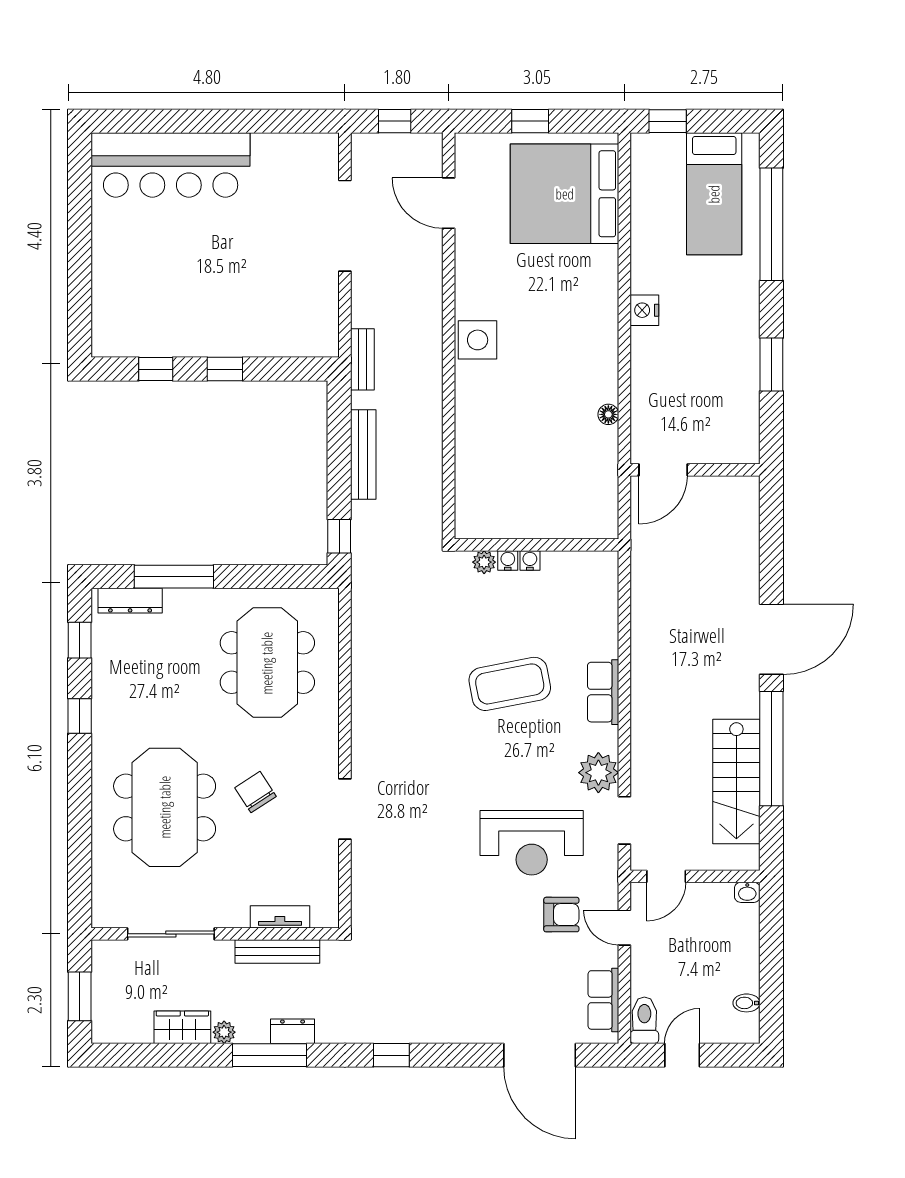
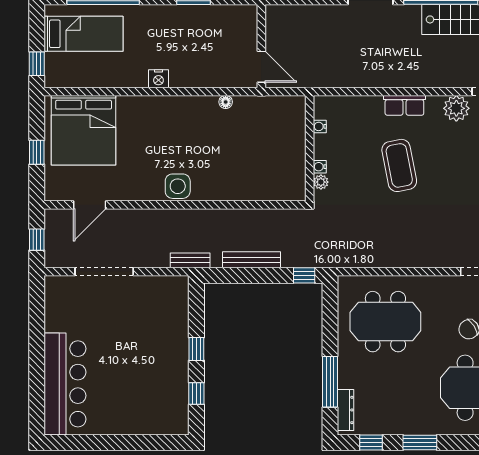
water cooler: (530, 560) -> (320, 126), moved
window: (80, 716) -> (420, 442), width x1.50

